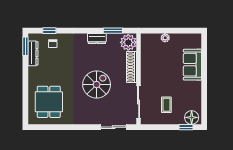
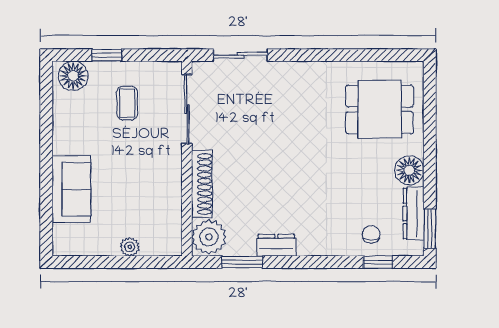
floor lamp: (35, 73) -> (409, 170), added
spiral stairs: (97, 85) -> (277, 147), removed
dining table: (49, 102) -> (380, 109), turned 90
window: (186, 127) -> (107, 55), moved

